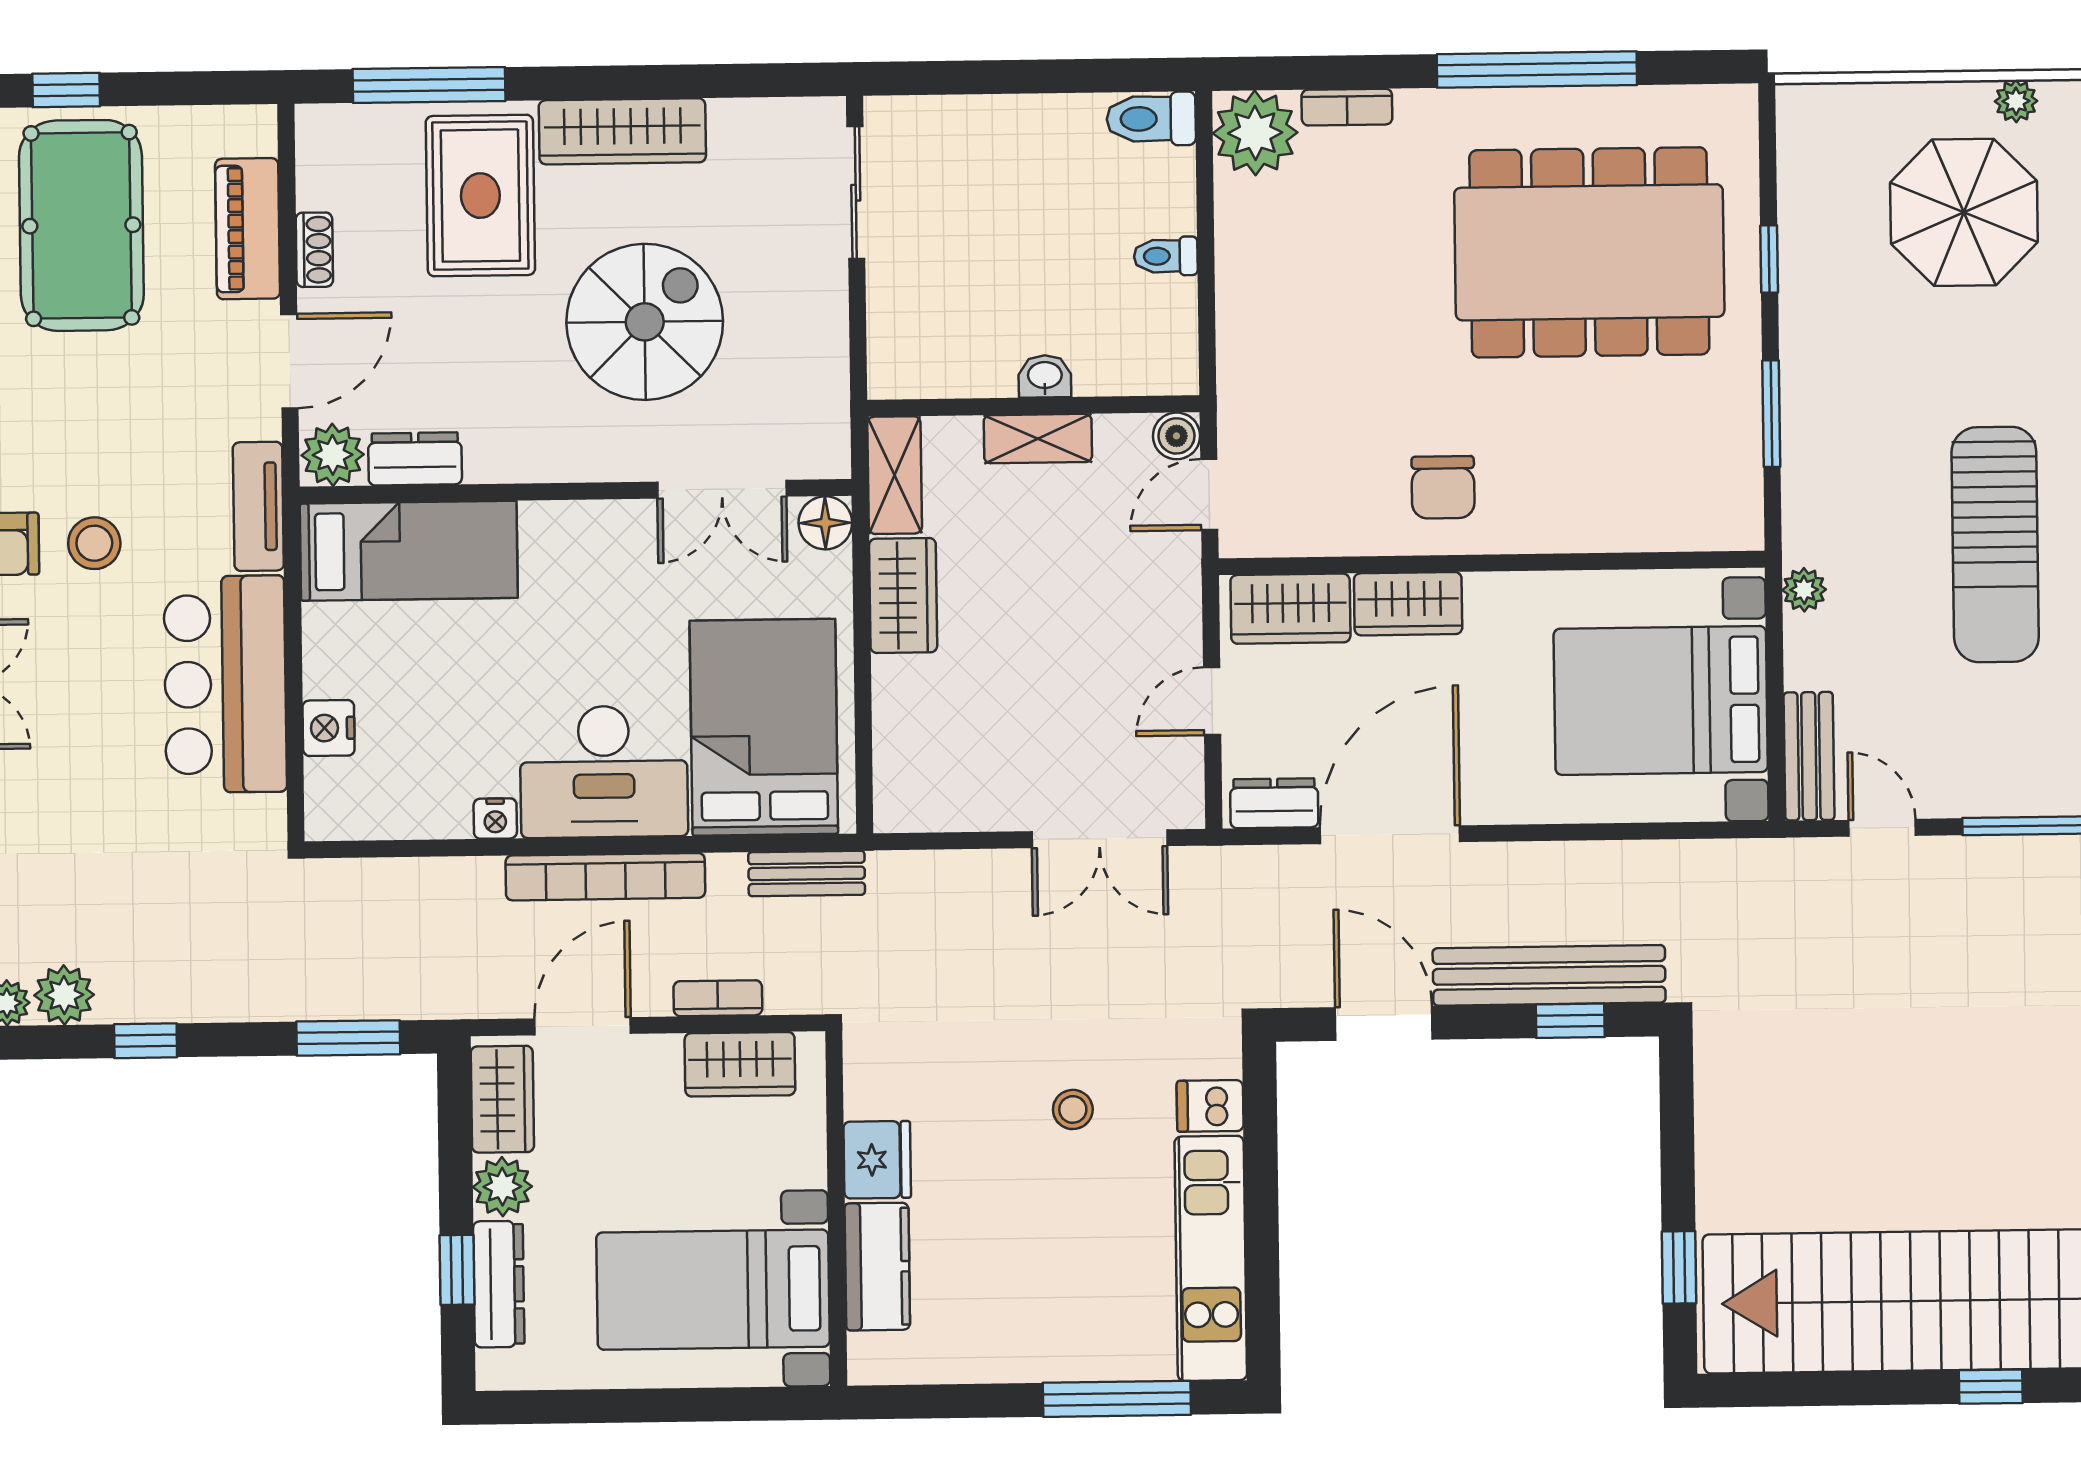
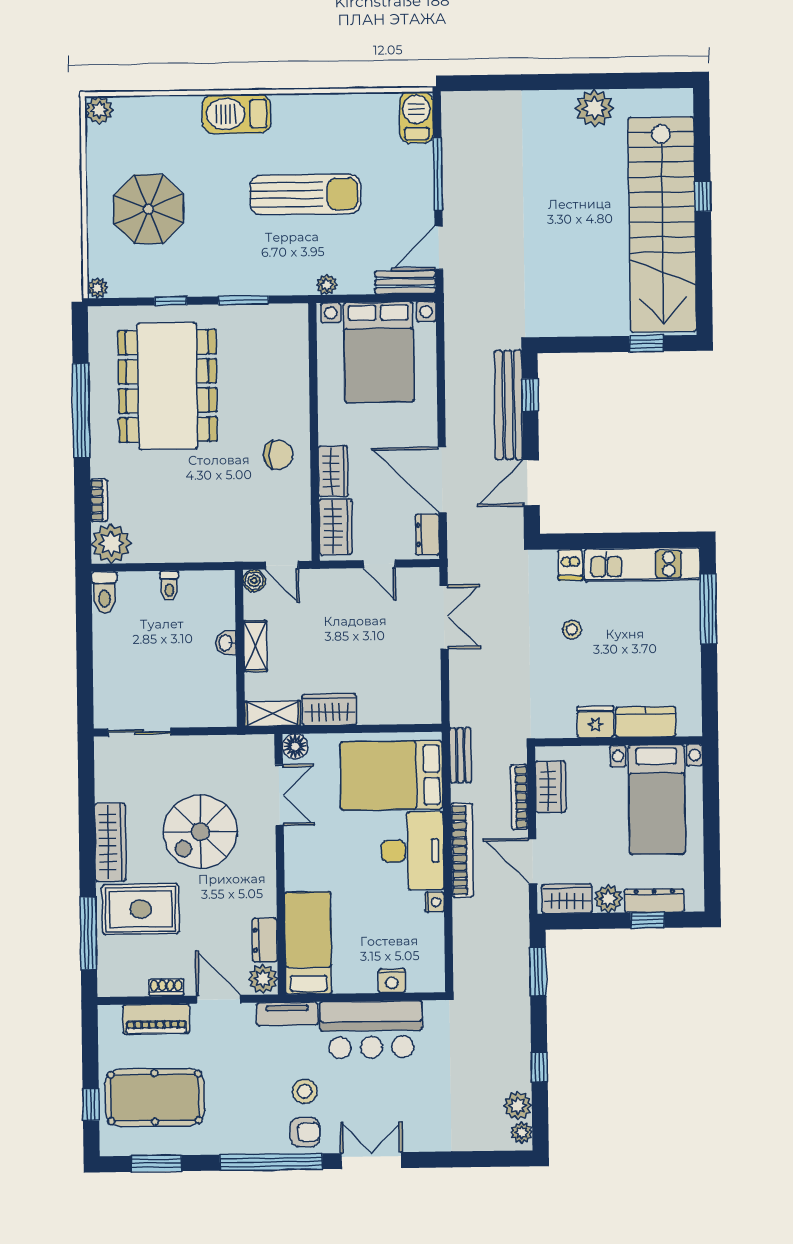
plant: (2016, 101) -> (98, 288), moved
spiral stairs: (645, 322) -> (200, 832), turned -90
door: (1882, 828) -> (439, 248), width x1.38
bookcase: (718, 998) -> (519, 797), width x1.56

